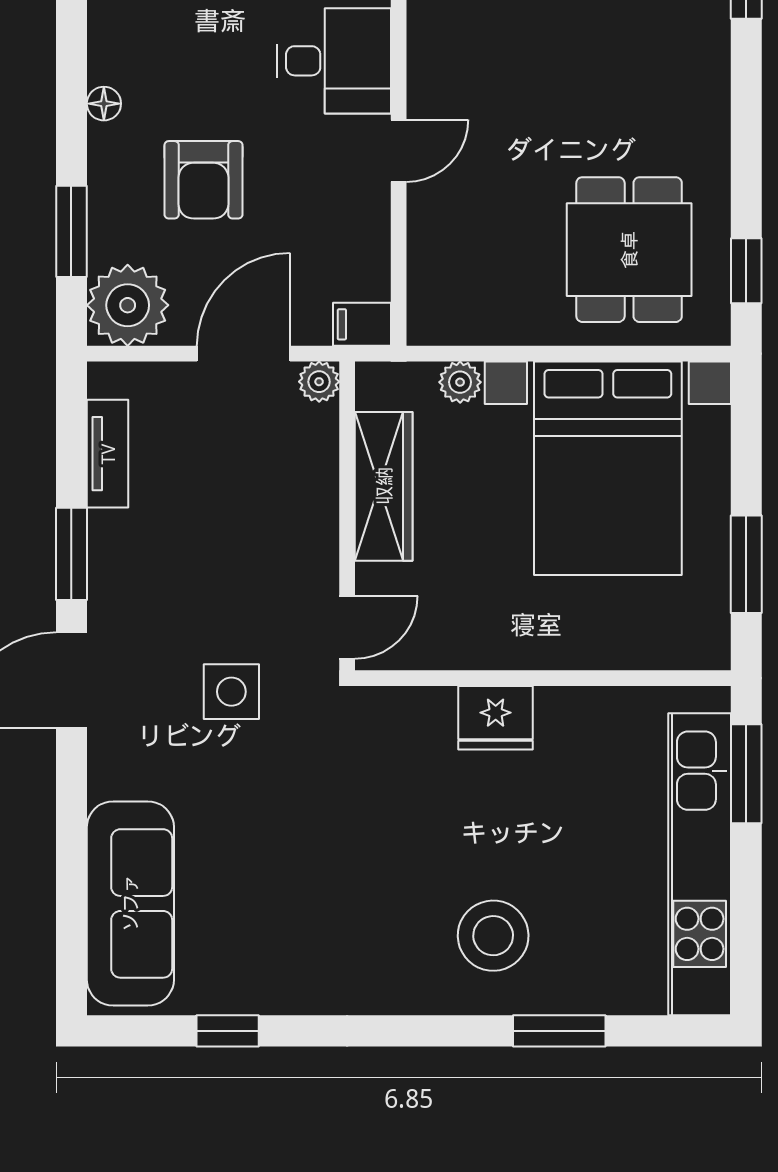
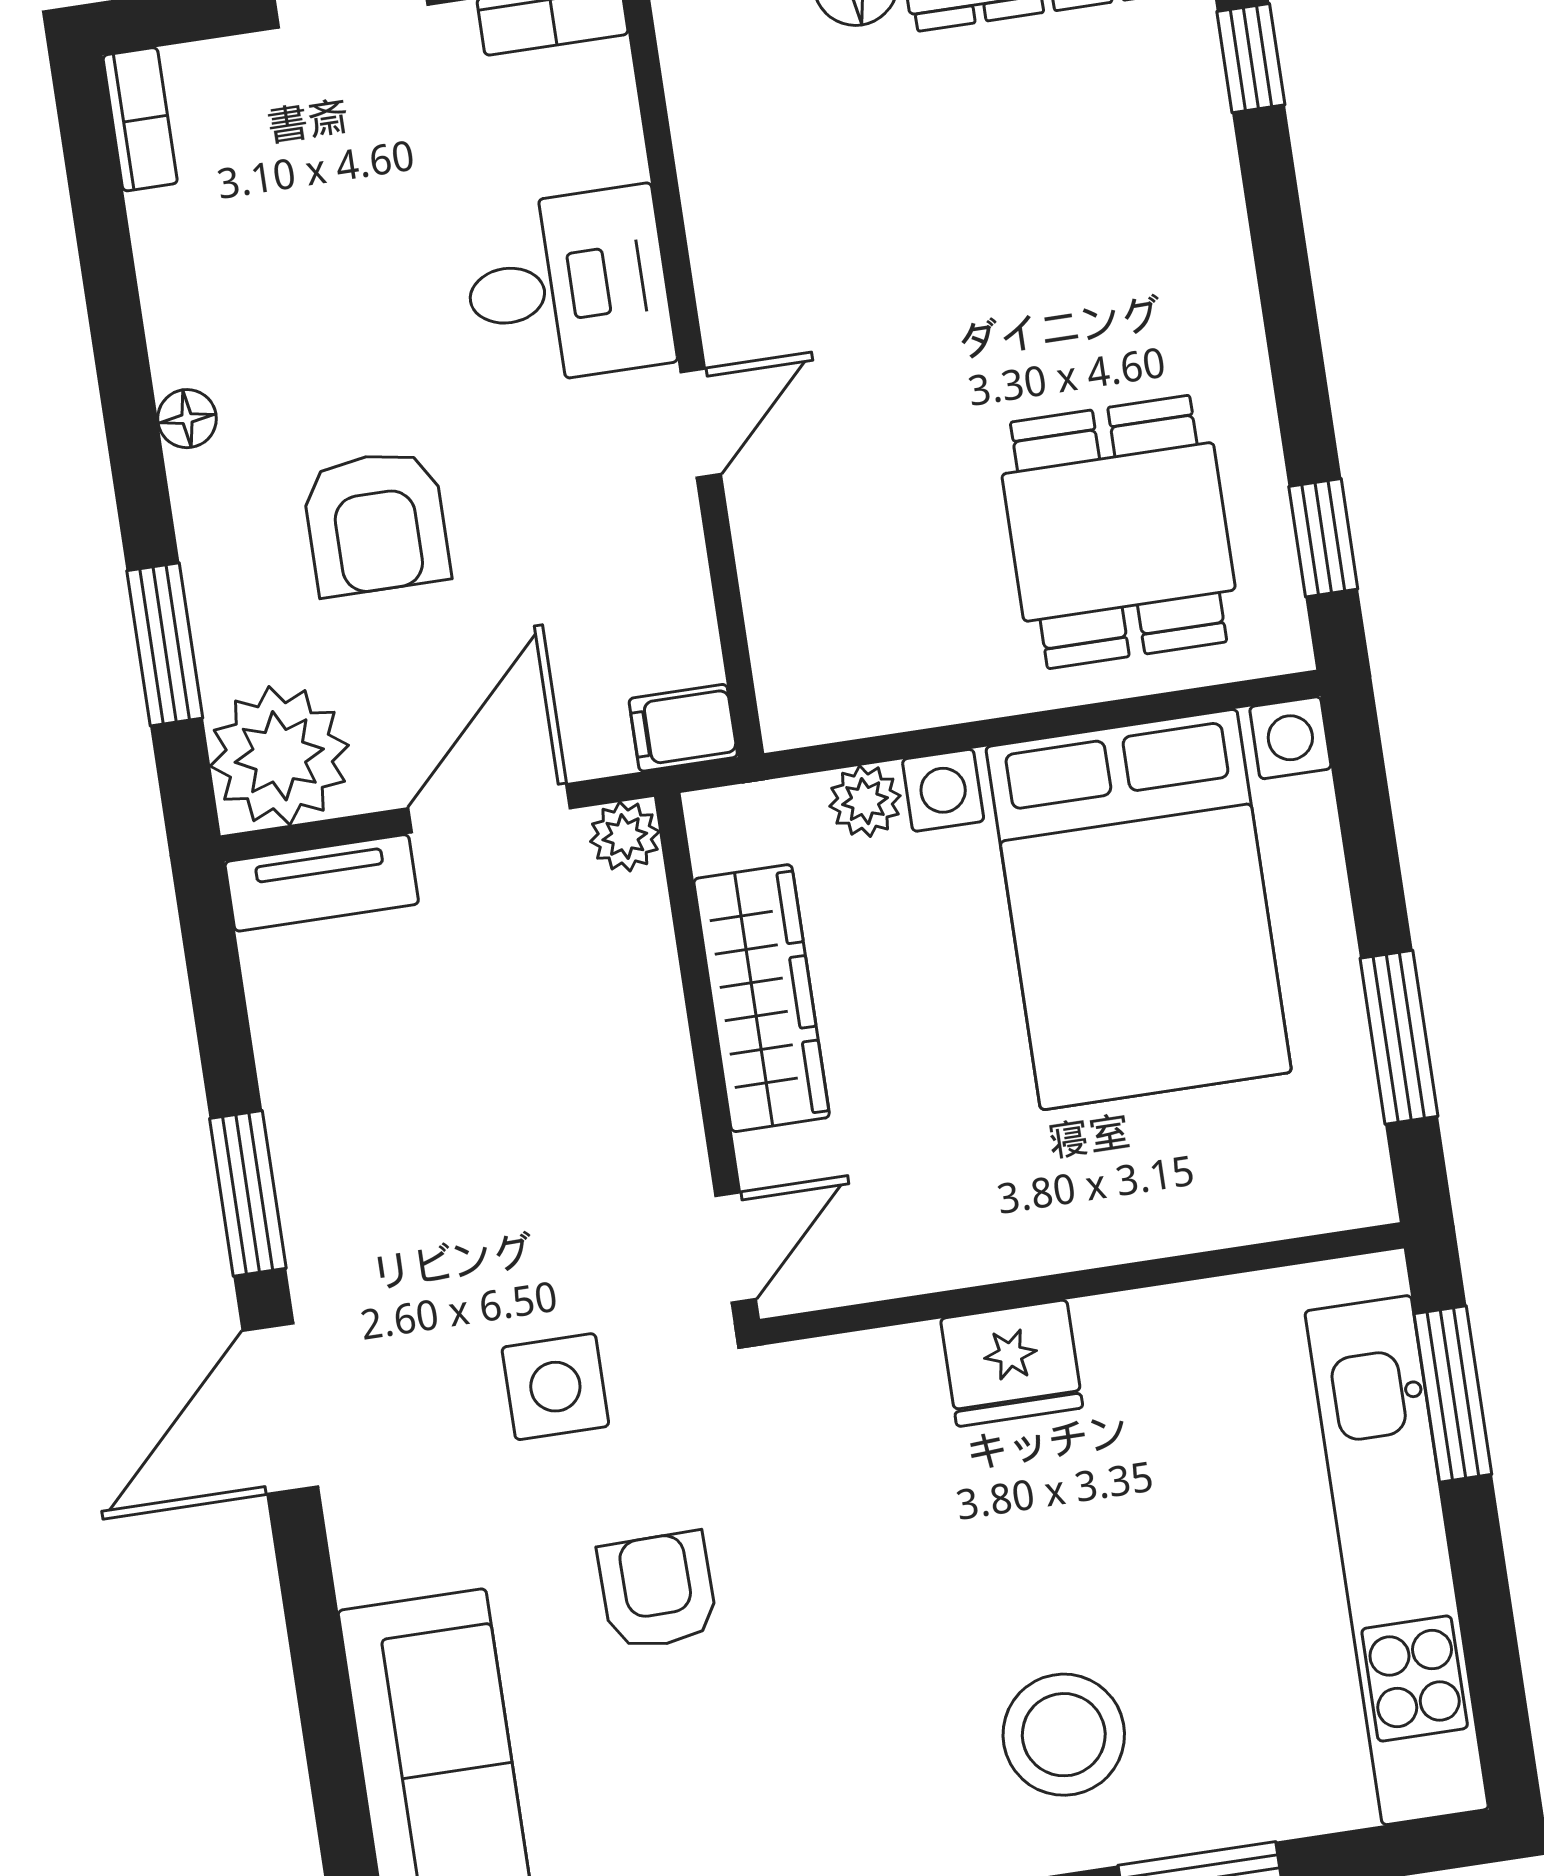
tv unit: (108, 454) -> (322, 883), moved, turned 90
armchair: (272, 818) -> (658, 1591), added

